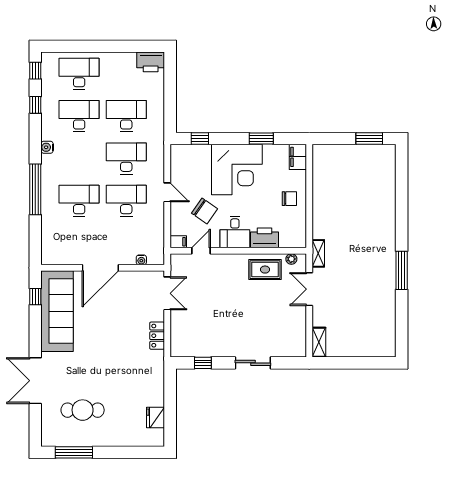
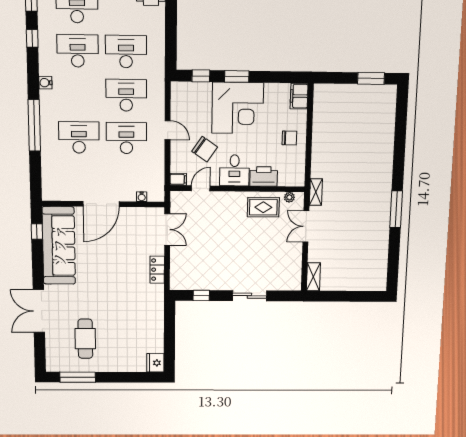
window: (261, 139) -> (237, 76), moved
cafe table: (83, 410) -> (85, 339), turned 90
fridge: (156, 417) -> (155, 363), moved

